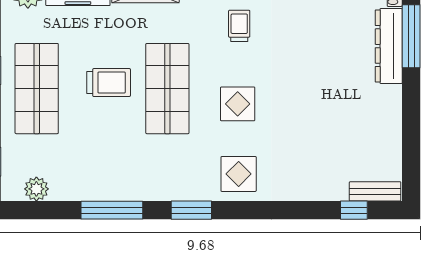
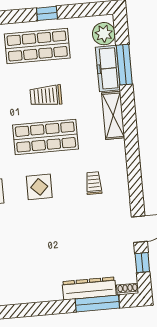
trolley: (239, 26) -> (94, 183), turned -90
trolley: (109, 83) -> (46, 96), turned 90

